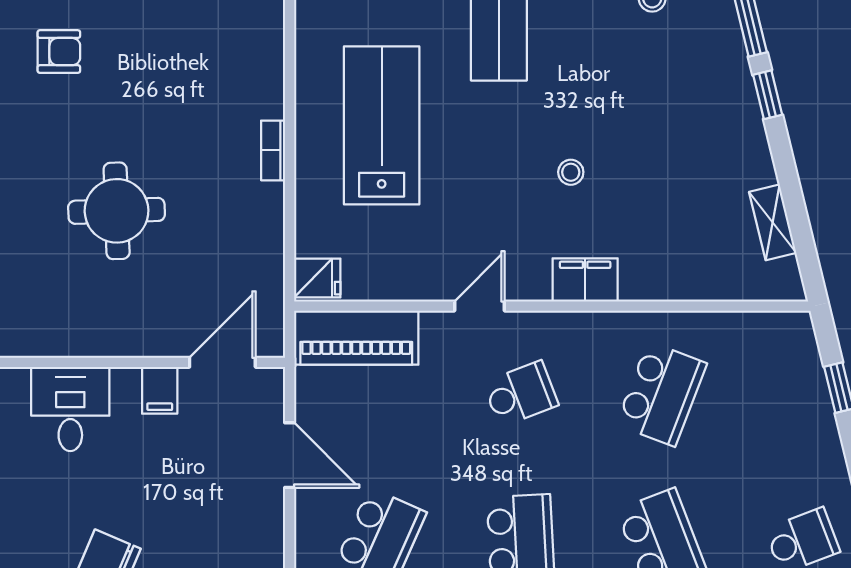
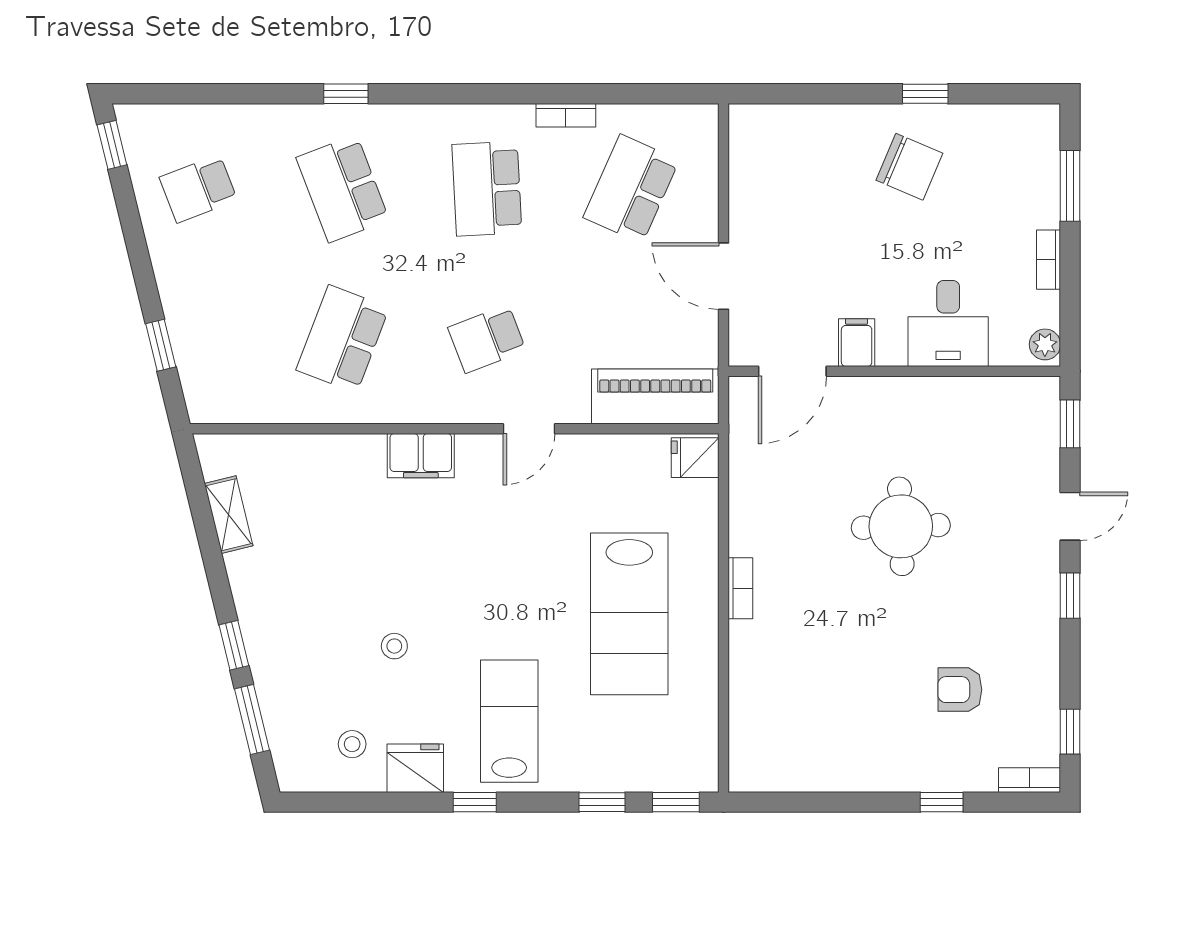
stool: (571, 172) -> (394, 646), moved

